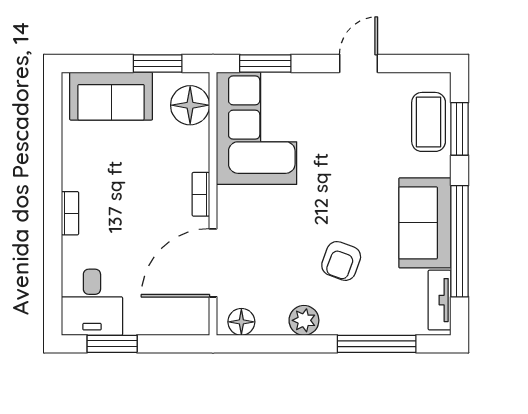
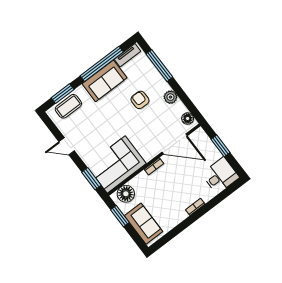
armchair: (341, 261) -> (140, 100), turned -110
window: (112, 344) -> (221, 146), moved

